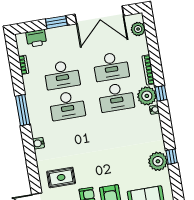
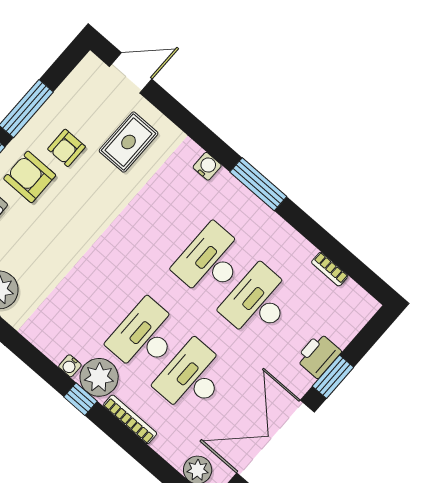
printer: (36, 38) -> (318, 355), moved
window: (23, 110) -> (258, 184), moved

